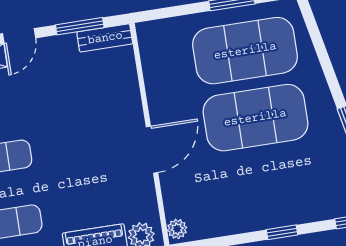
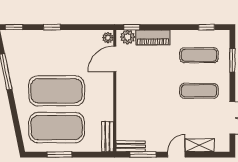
bench: (150, 49) -> (108, 137), added
door: (152, 150) -> (115, 59), moved

